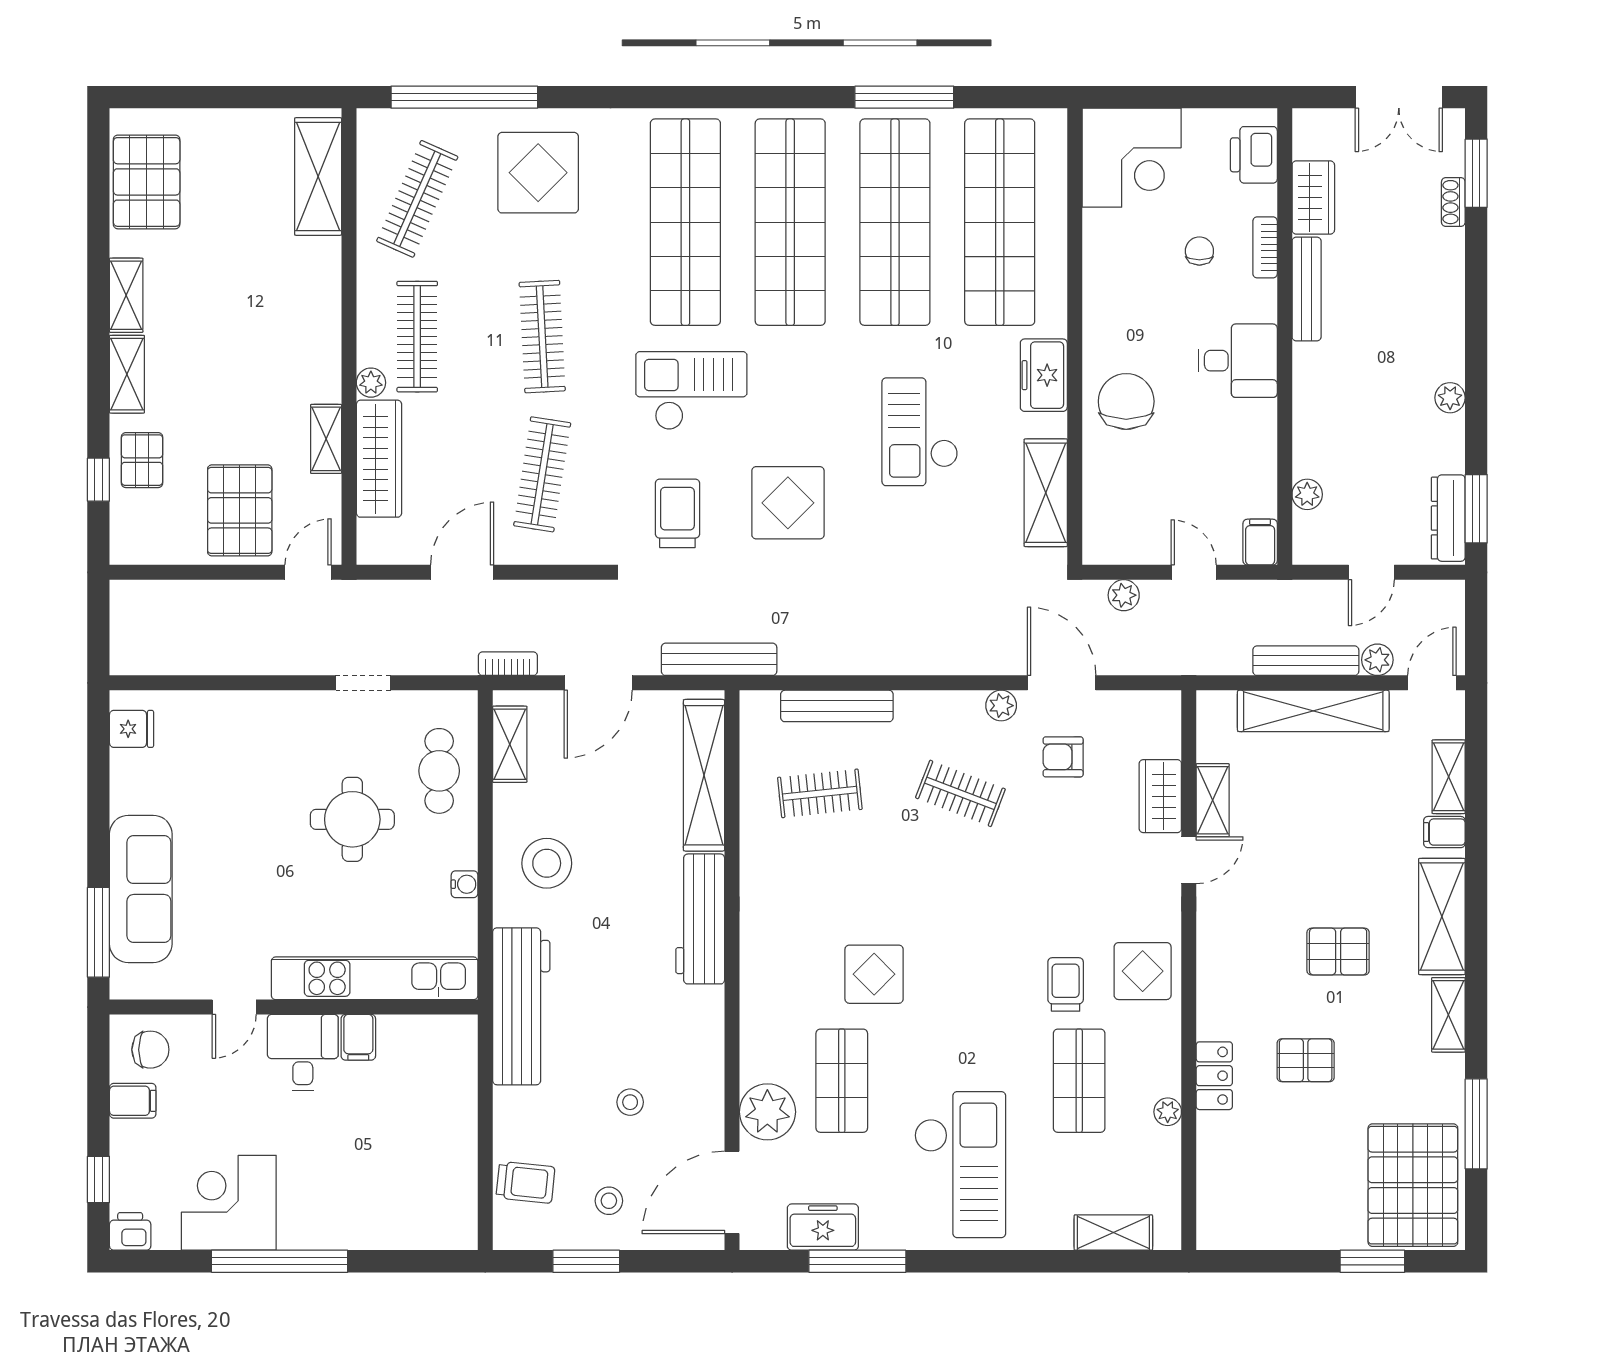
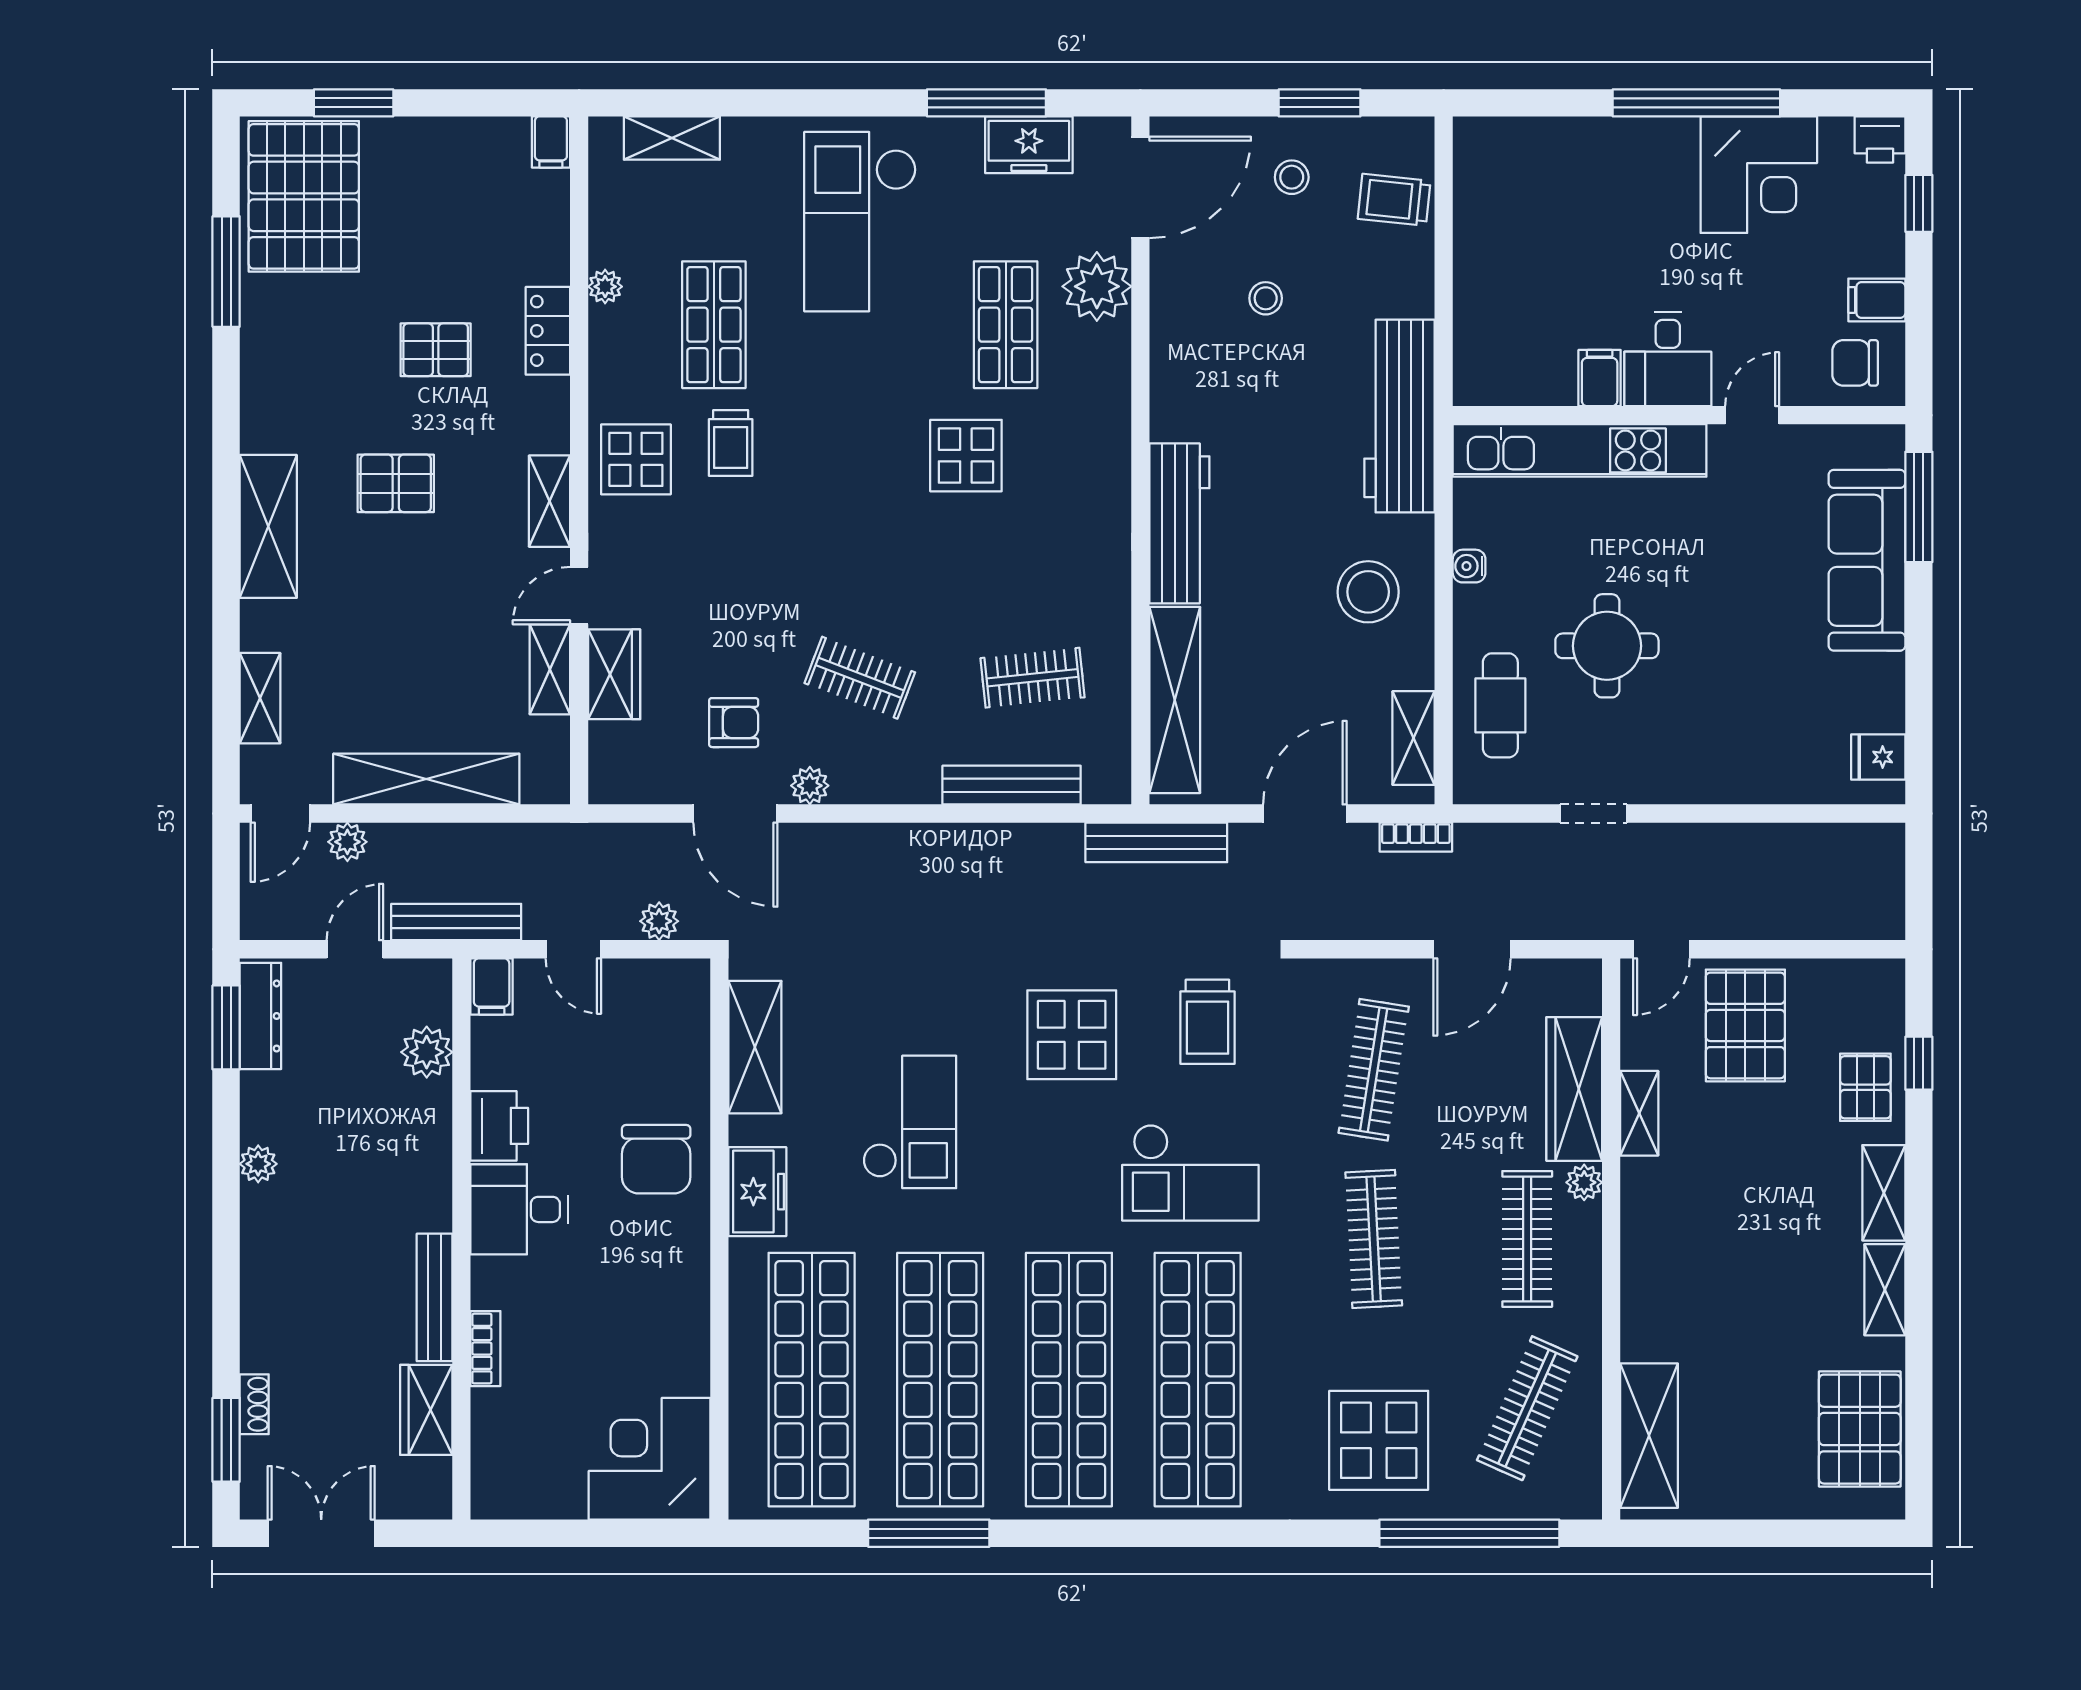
printer: (1254, 155) -> (499, 1126), moved
chair: (1199, 251) -> (566, 1344), removed
plant: (1307, 494) -> (427, 1052), width x1.38, depth x1.38
bench: (1306, 661) -> (456, 922), moved
filing cabinet: (1444, 832) -> (551, 142), moved, turned 90
shelving: (1448, 1015) -> (549, 501), moved

